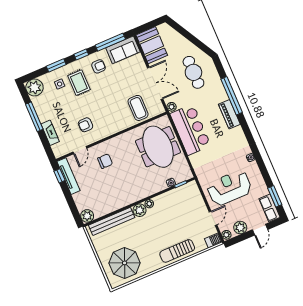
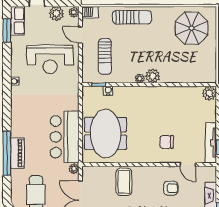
coffee table: (138, 108) -> (124, 182), moved
piano: (229, 114) -> (17, 153), moved
door: (80, 150) -> (188, 165), swing flipped
sun lounger: (186, 209) -> (105, 56), added
door: (213, 218) -> (80, 35), hinge flipped
bench: (112, 221) -> (187, 77), removed

